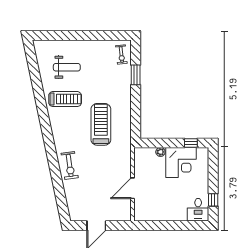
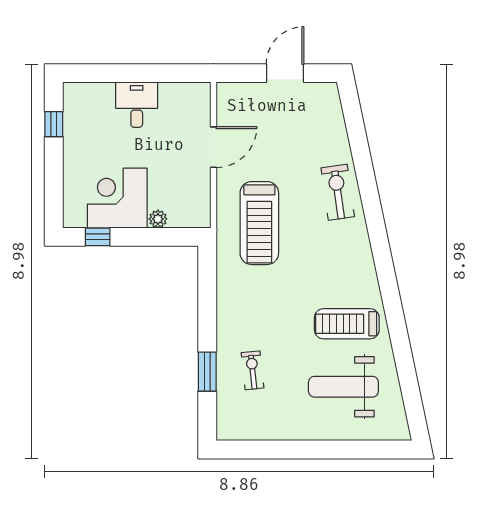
exercise bike: (121, 54) -> (253, 370), moved
weight bench: (67, 67) -> (343, 387), width x1.36, depth x1.33
treadmill: (101, 124) -> (259, 223), moved
desk: (198, 210) -> (137, 105), moved

